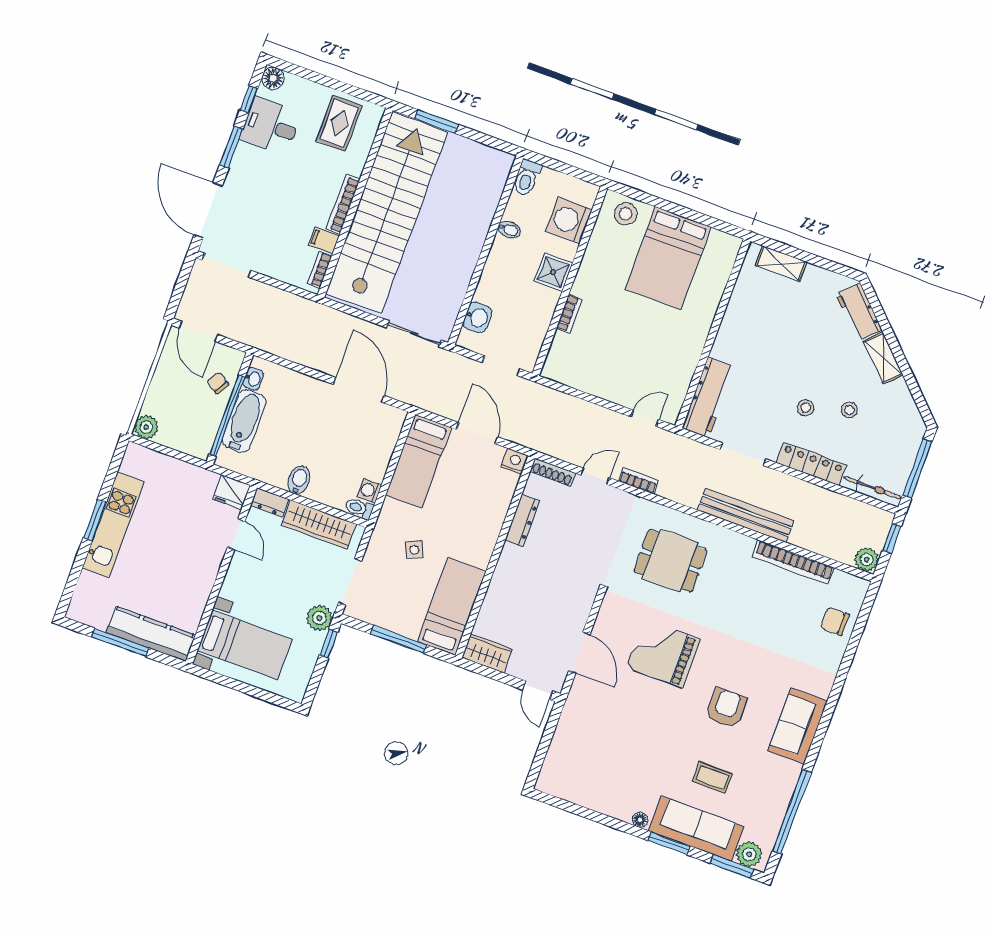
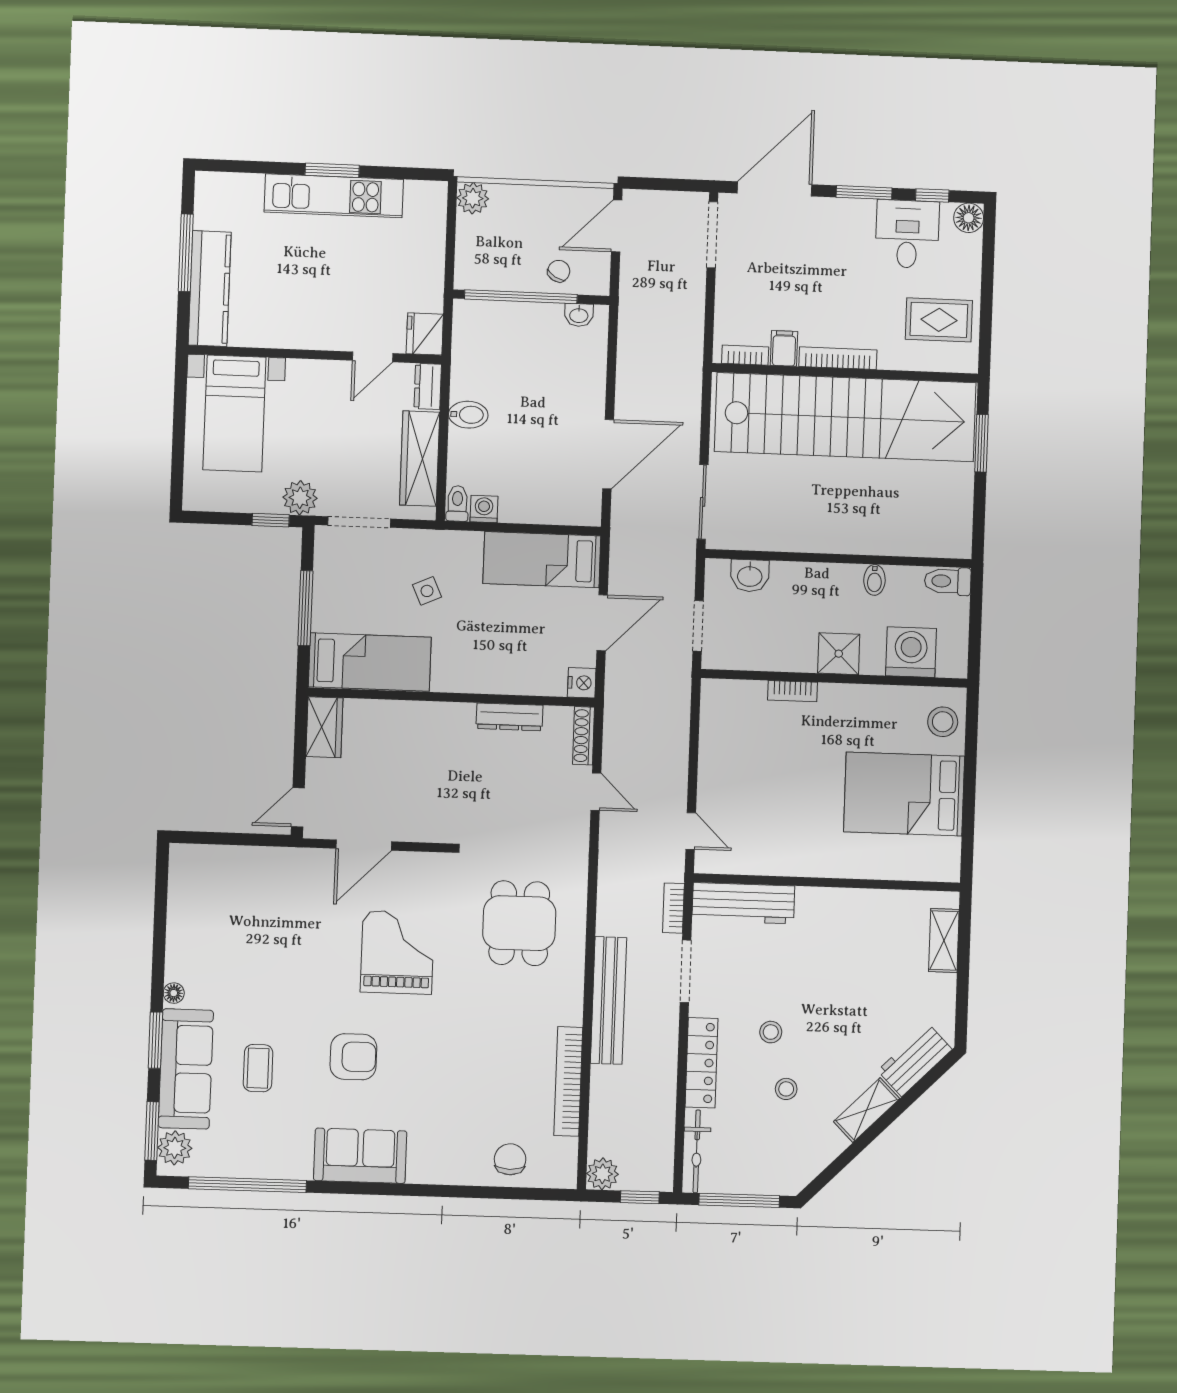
bathtub: (244, 421) -> (521, 321), removed
bookcase: (638, 481) -> (673, 908), moved, turned 180

